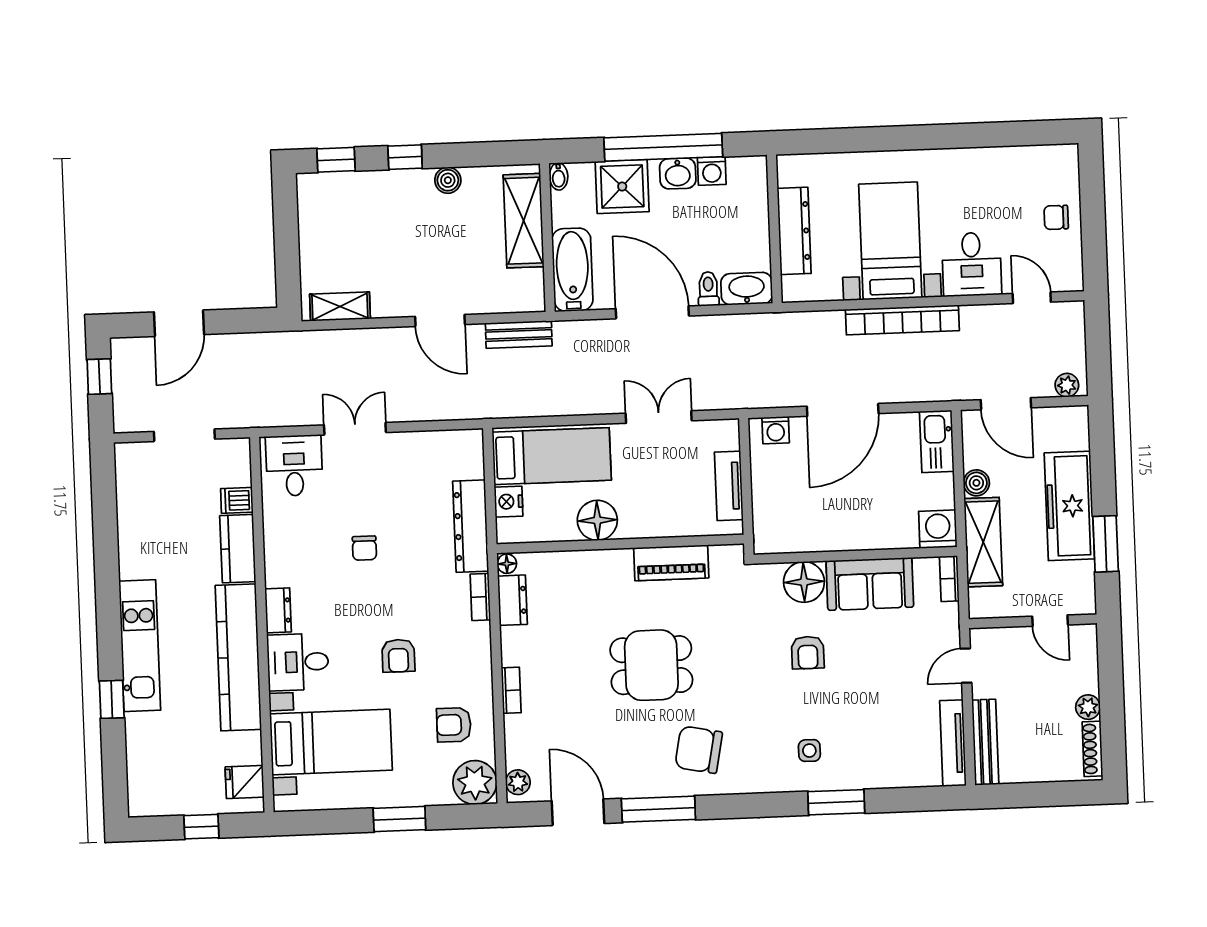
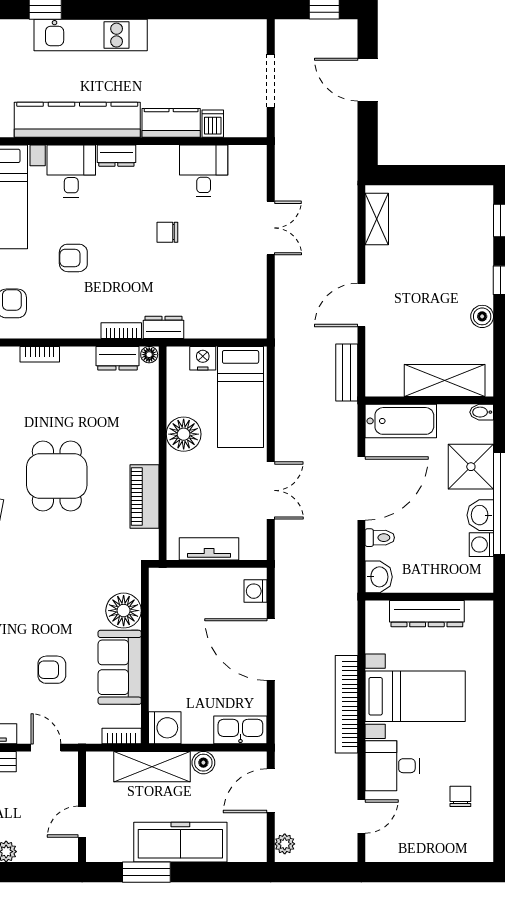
chair: (1056, 217) -> (460, 796), moved
washbasin: (747, 289) -> (379, 577), width x0.72
desk: (294, 465) -> (204, 171), moved, turned -90
dresser: (471, 526) -> (164, 327), width x0.51, depth x0.80
armchair: (808, 653) -> (52, 670), moved

